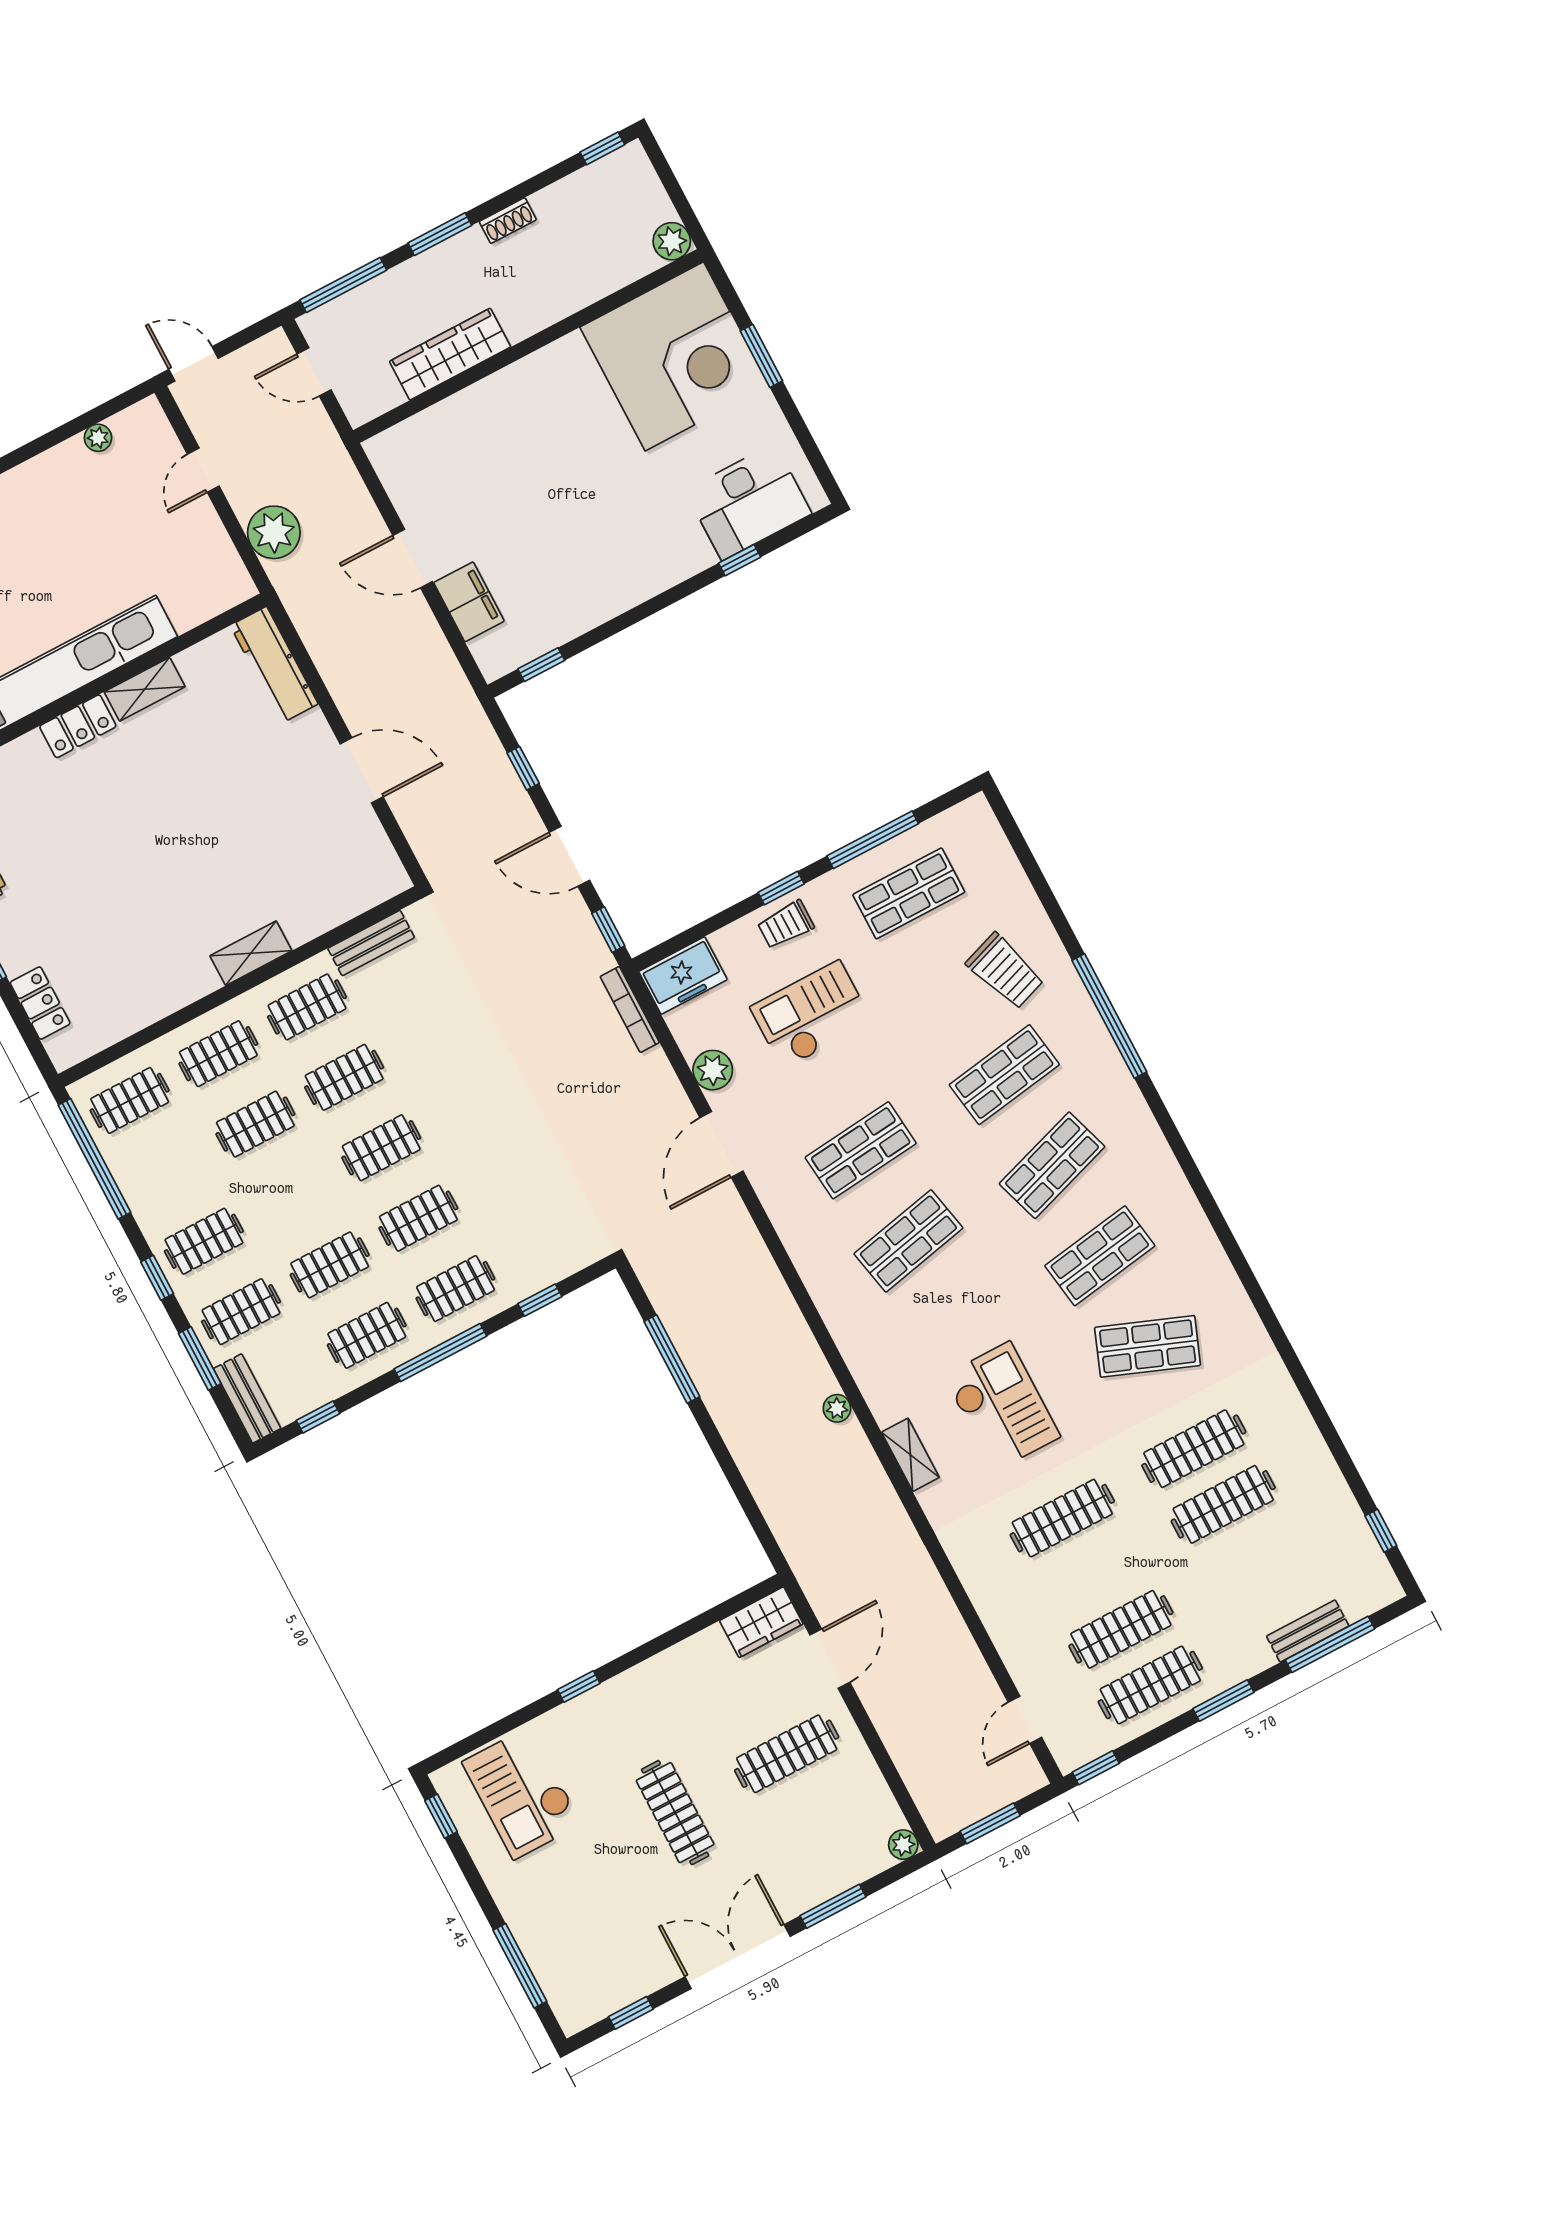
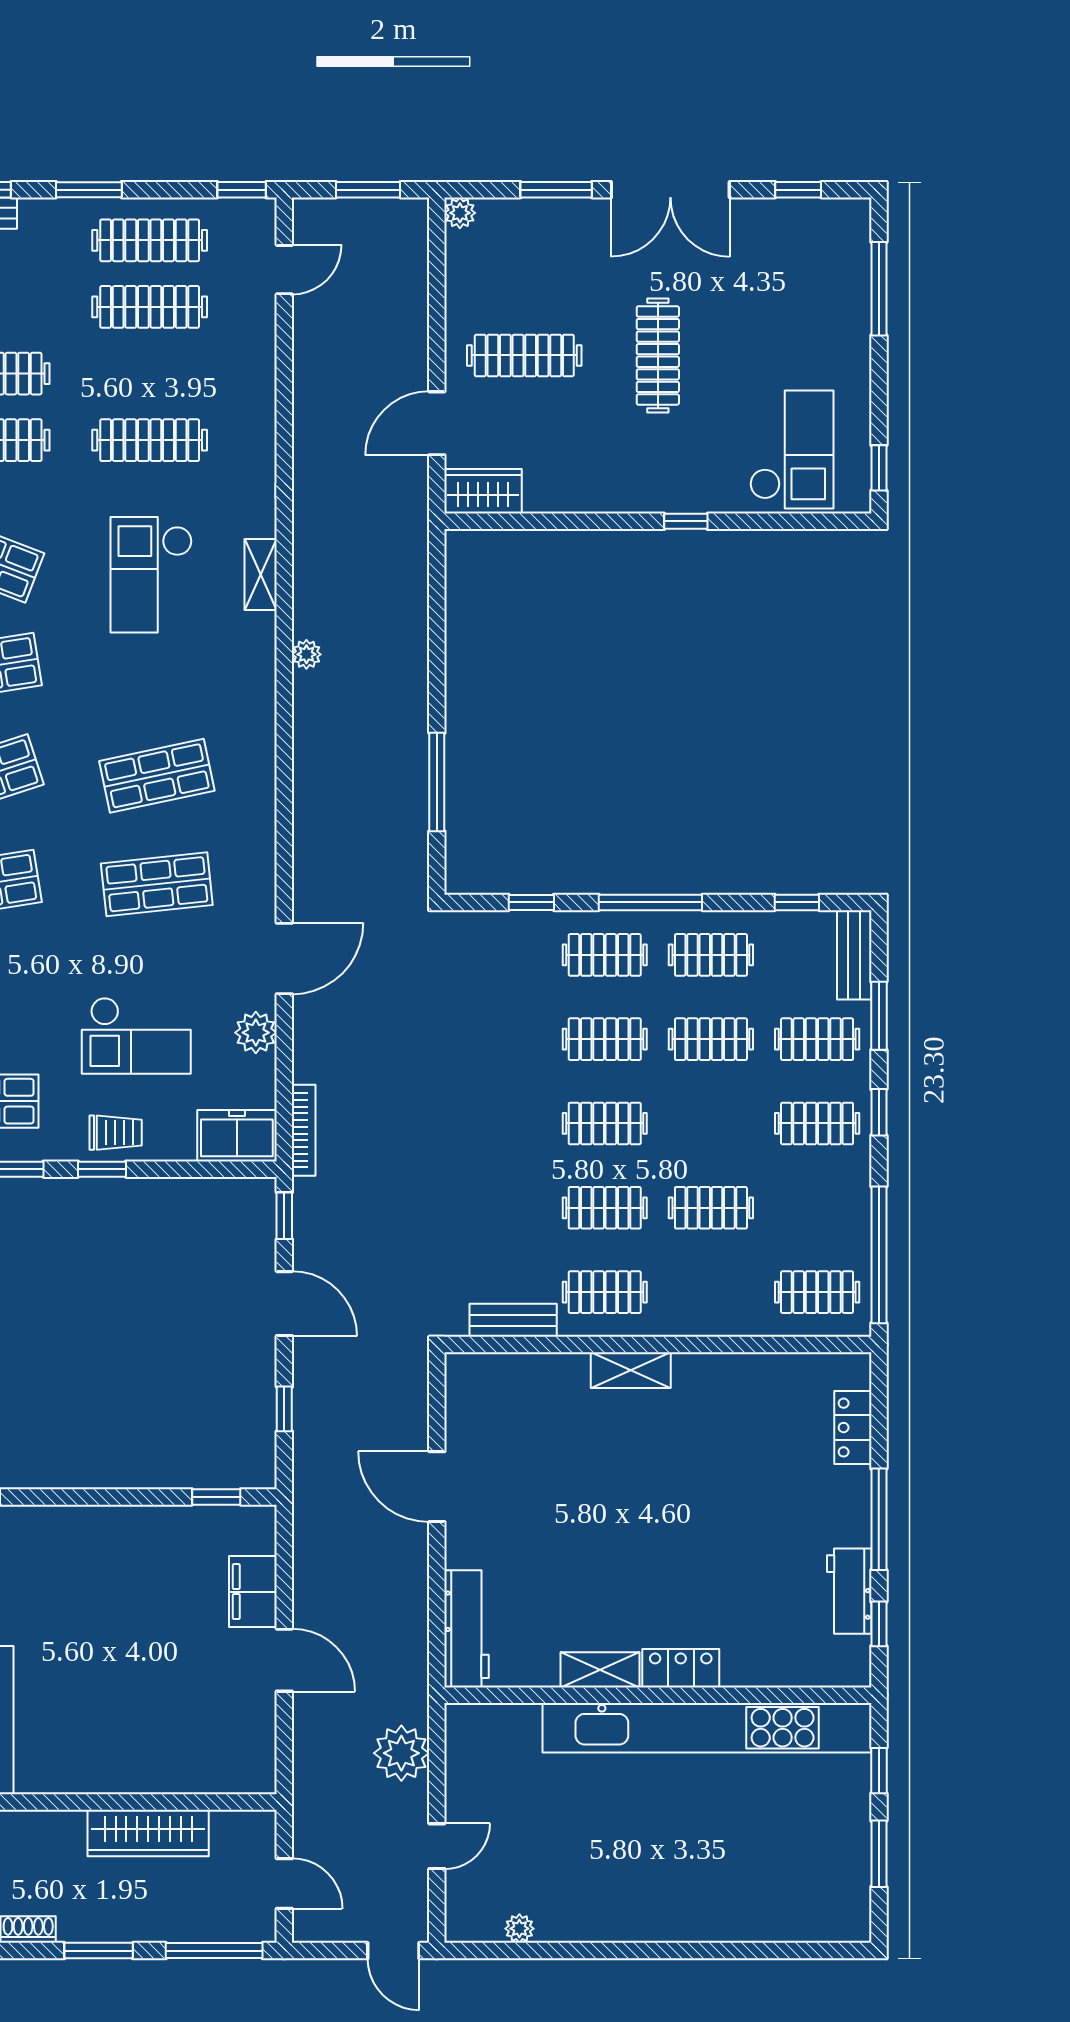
clothes rail: (218, 1054) -> (711, 1292), removed

